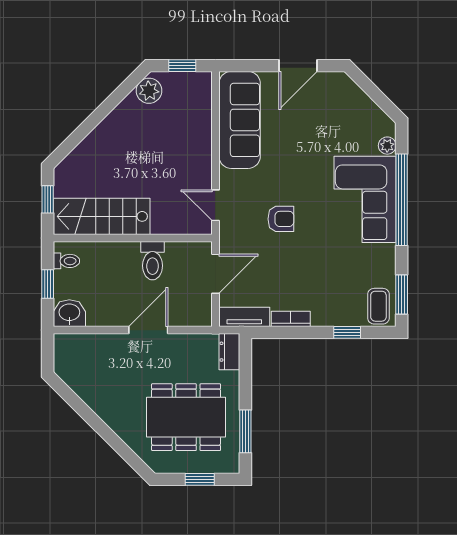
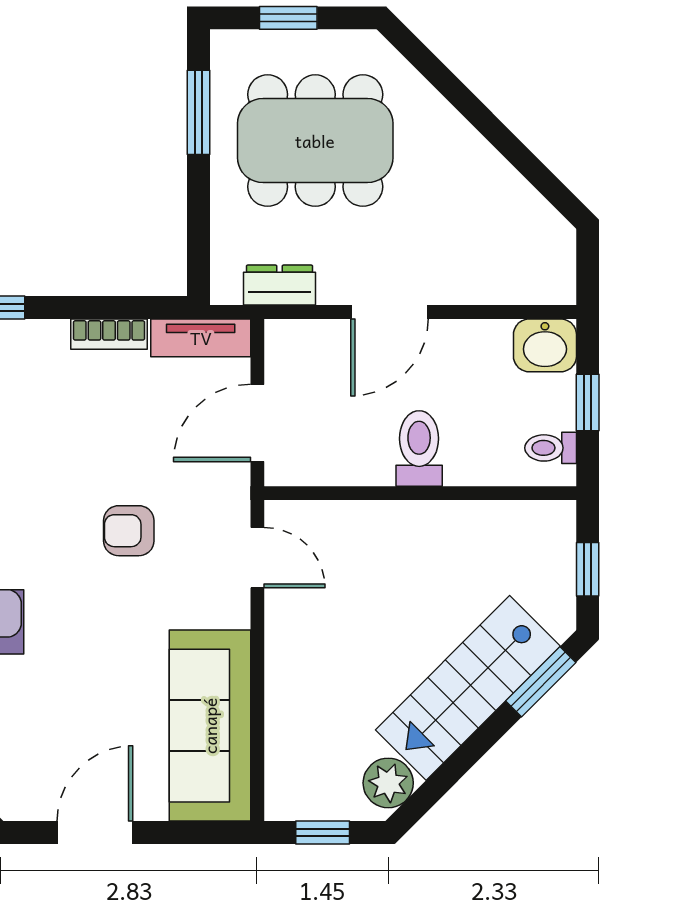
window: (71, 142) -> (541, 682), added
stairs: (102, 216) -> (468, 688), moved, turned 135
toilet: (153, 261) -> (419, 448), moved
dresser: (229, 352) -> (279, 285), moved, turned -90

